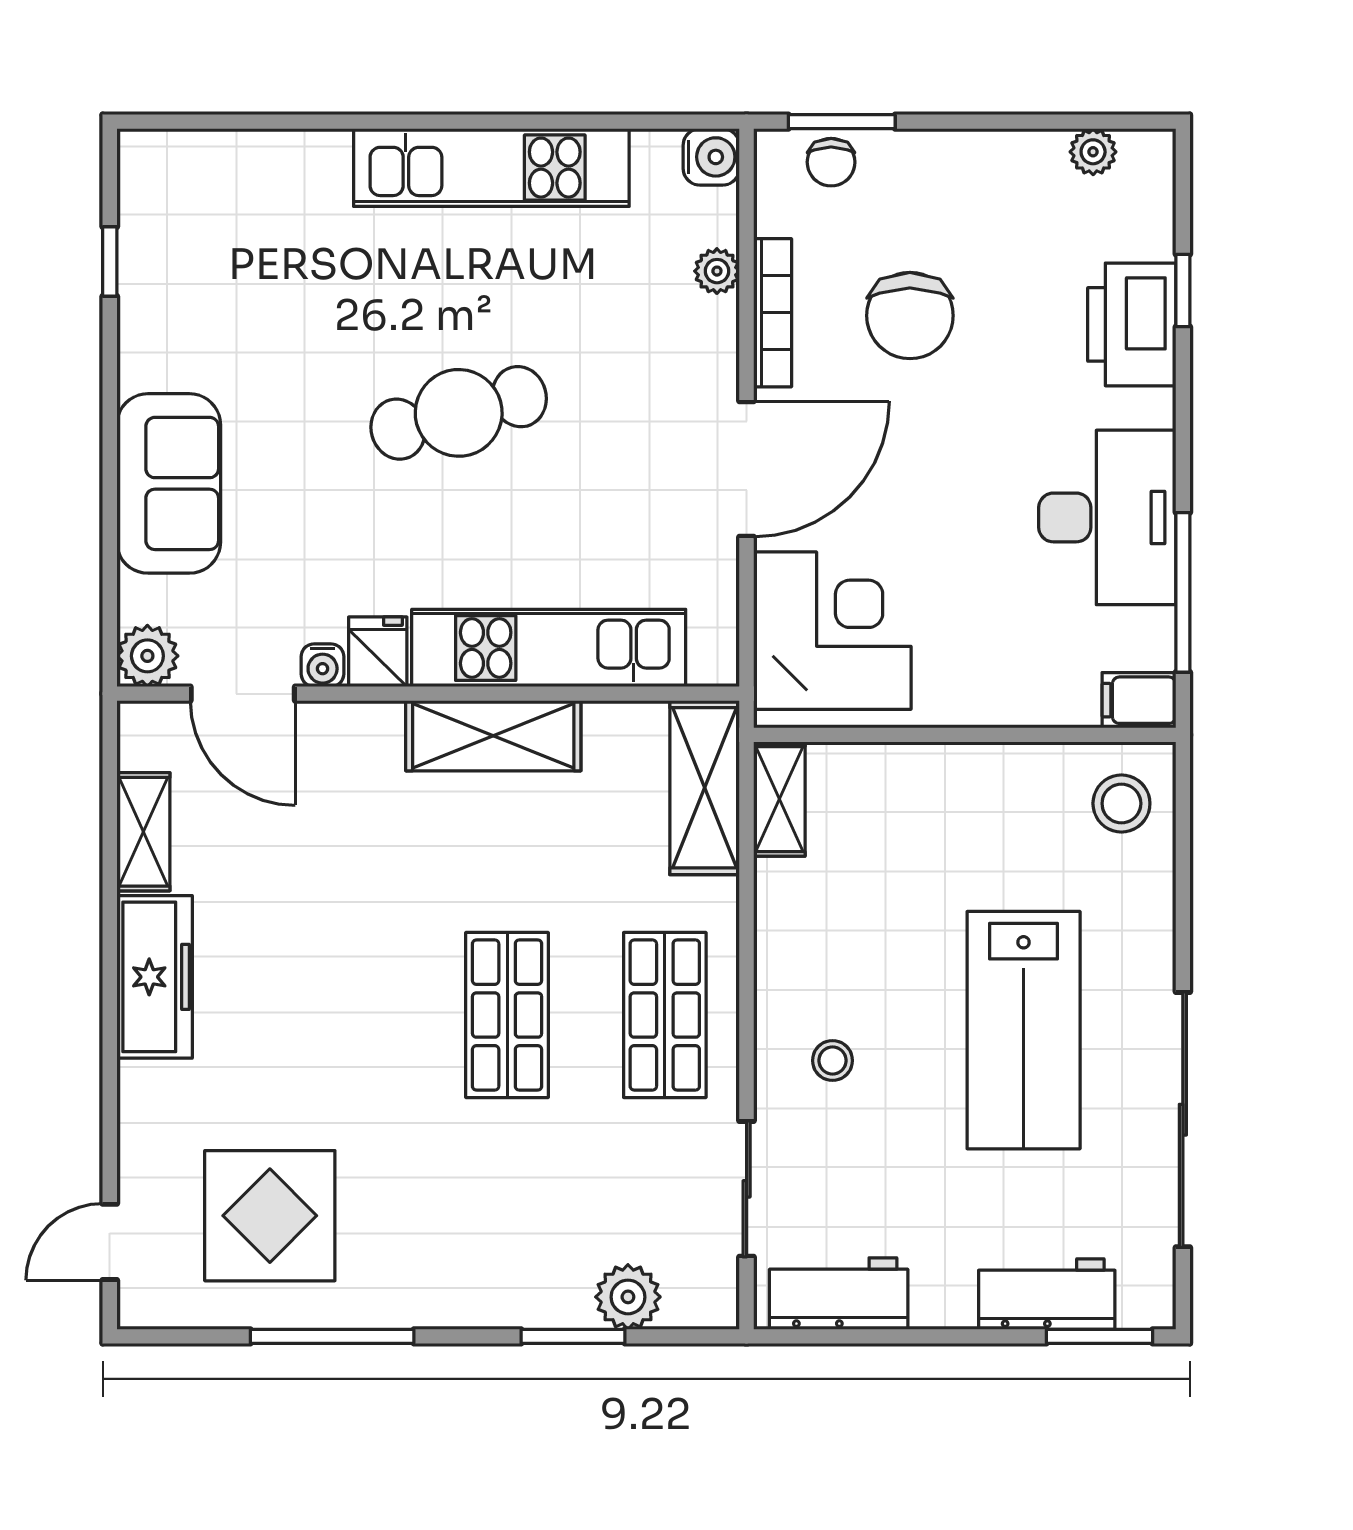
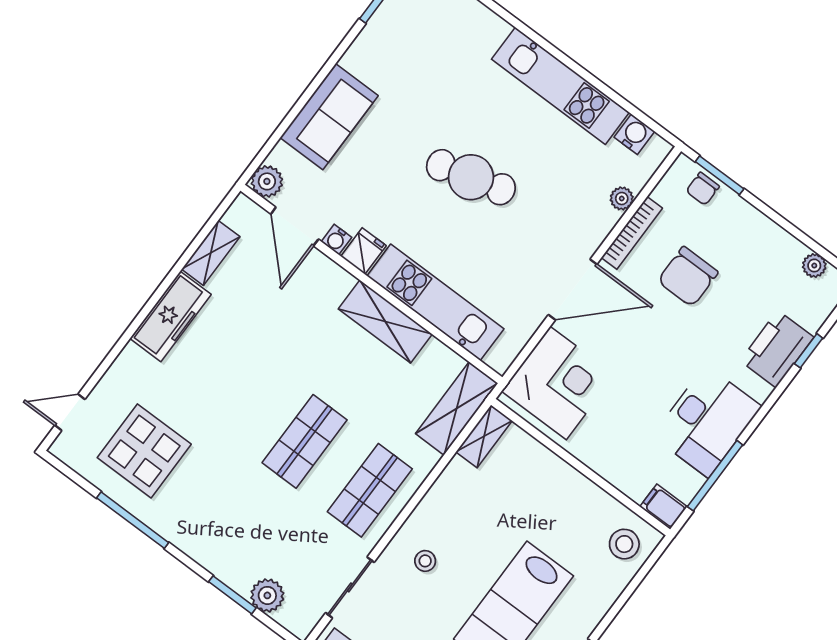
water cooler: (711, 157) -> (634, 134), moved, turned -90

